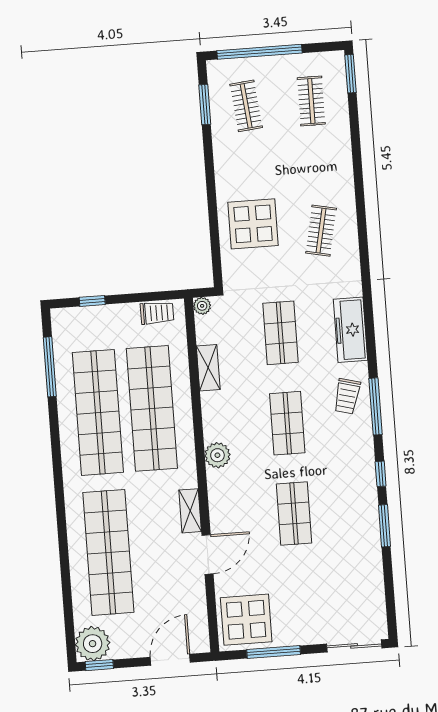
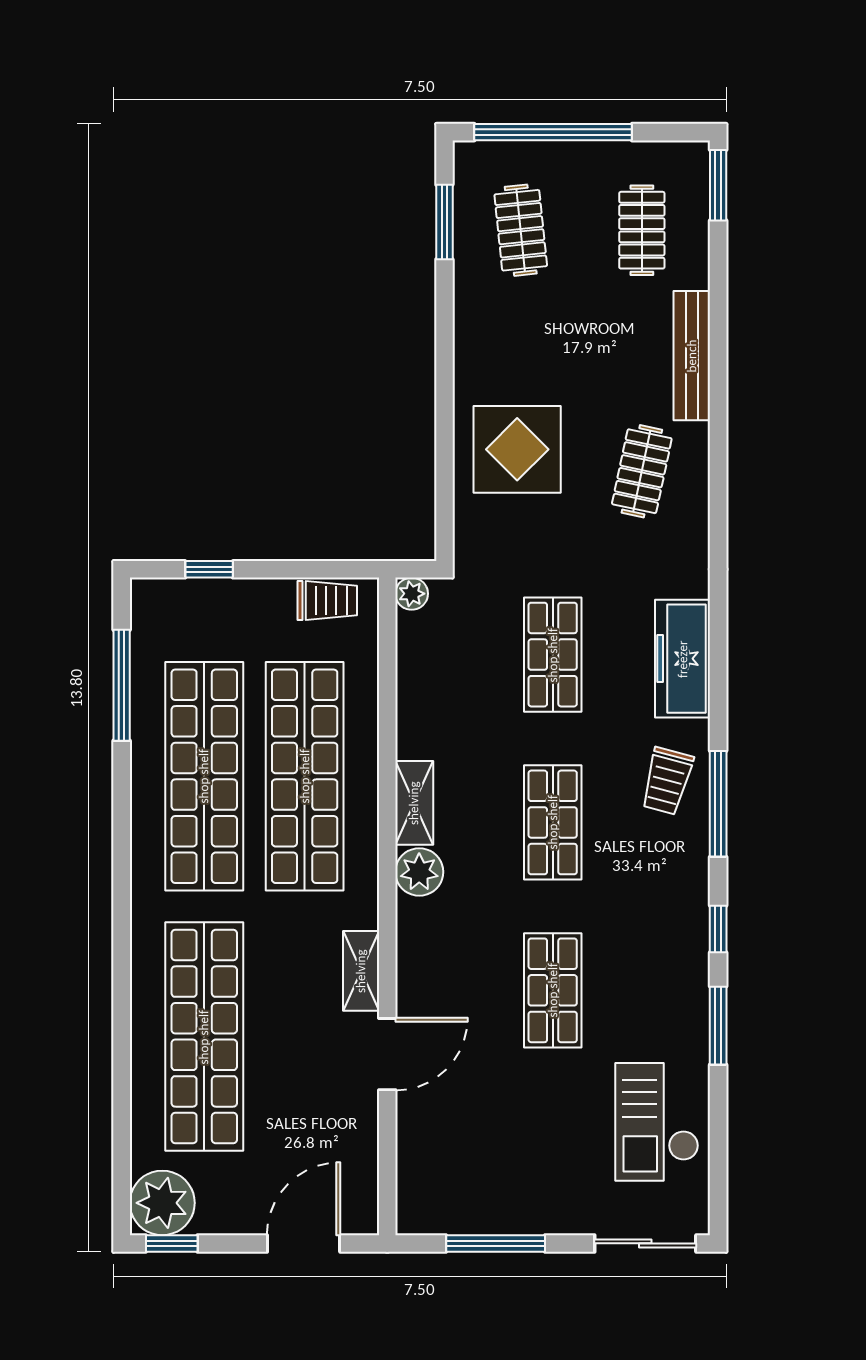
bench: (343, 166) -> (692, 356), added
shelving: (208, 368) -> (414, 803), moved
checkout: (355, 580) -> (657, 1122), added
display table: (246, 620) -> (449, 1180), removed

